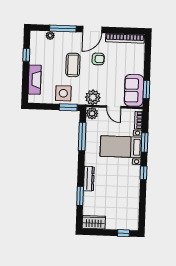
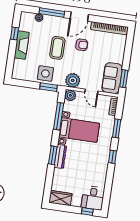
fireplace: (35, 80) -> (22, 45), moved
bed with nightstands: (121, 147) -> (79, 130), moved, turned 180
window: (80, 196) -> (53, 155), moved
desk: (128, 218) -> (93, 198), added

